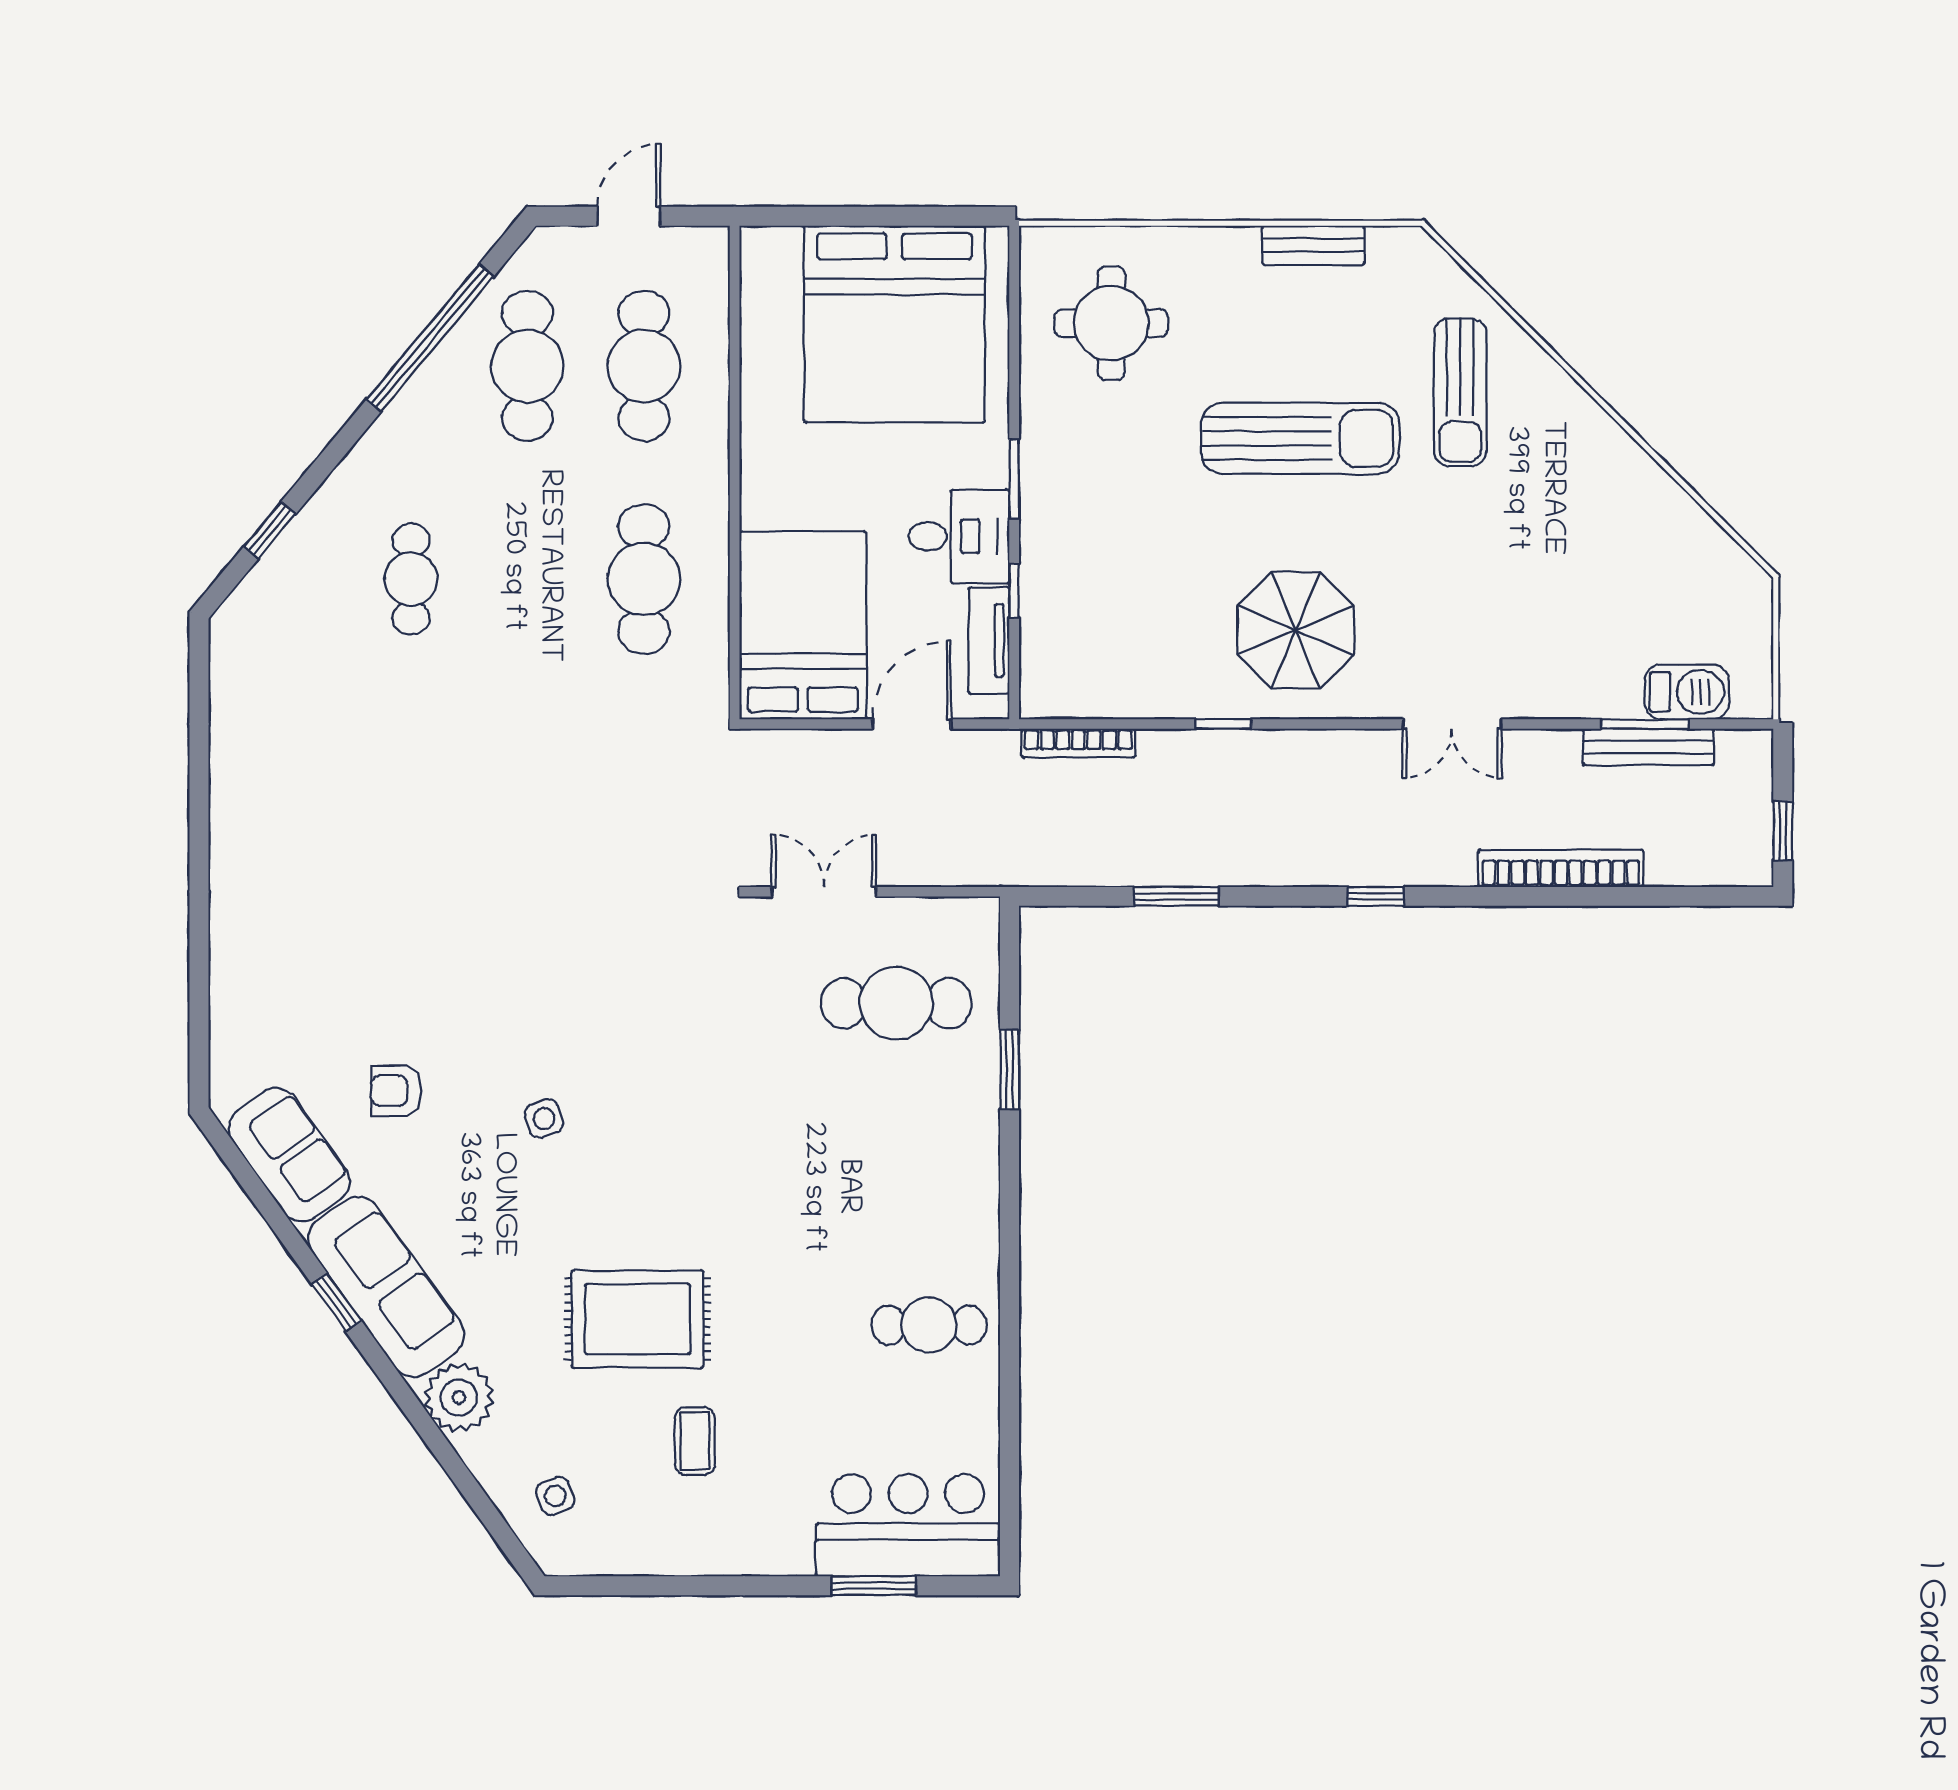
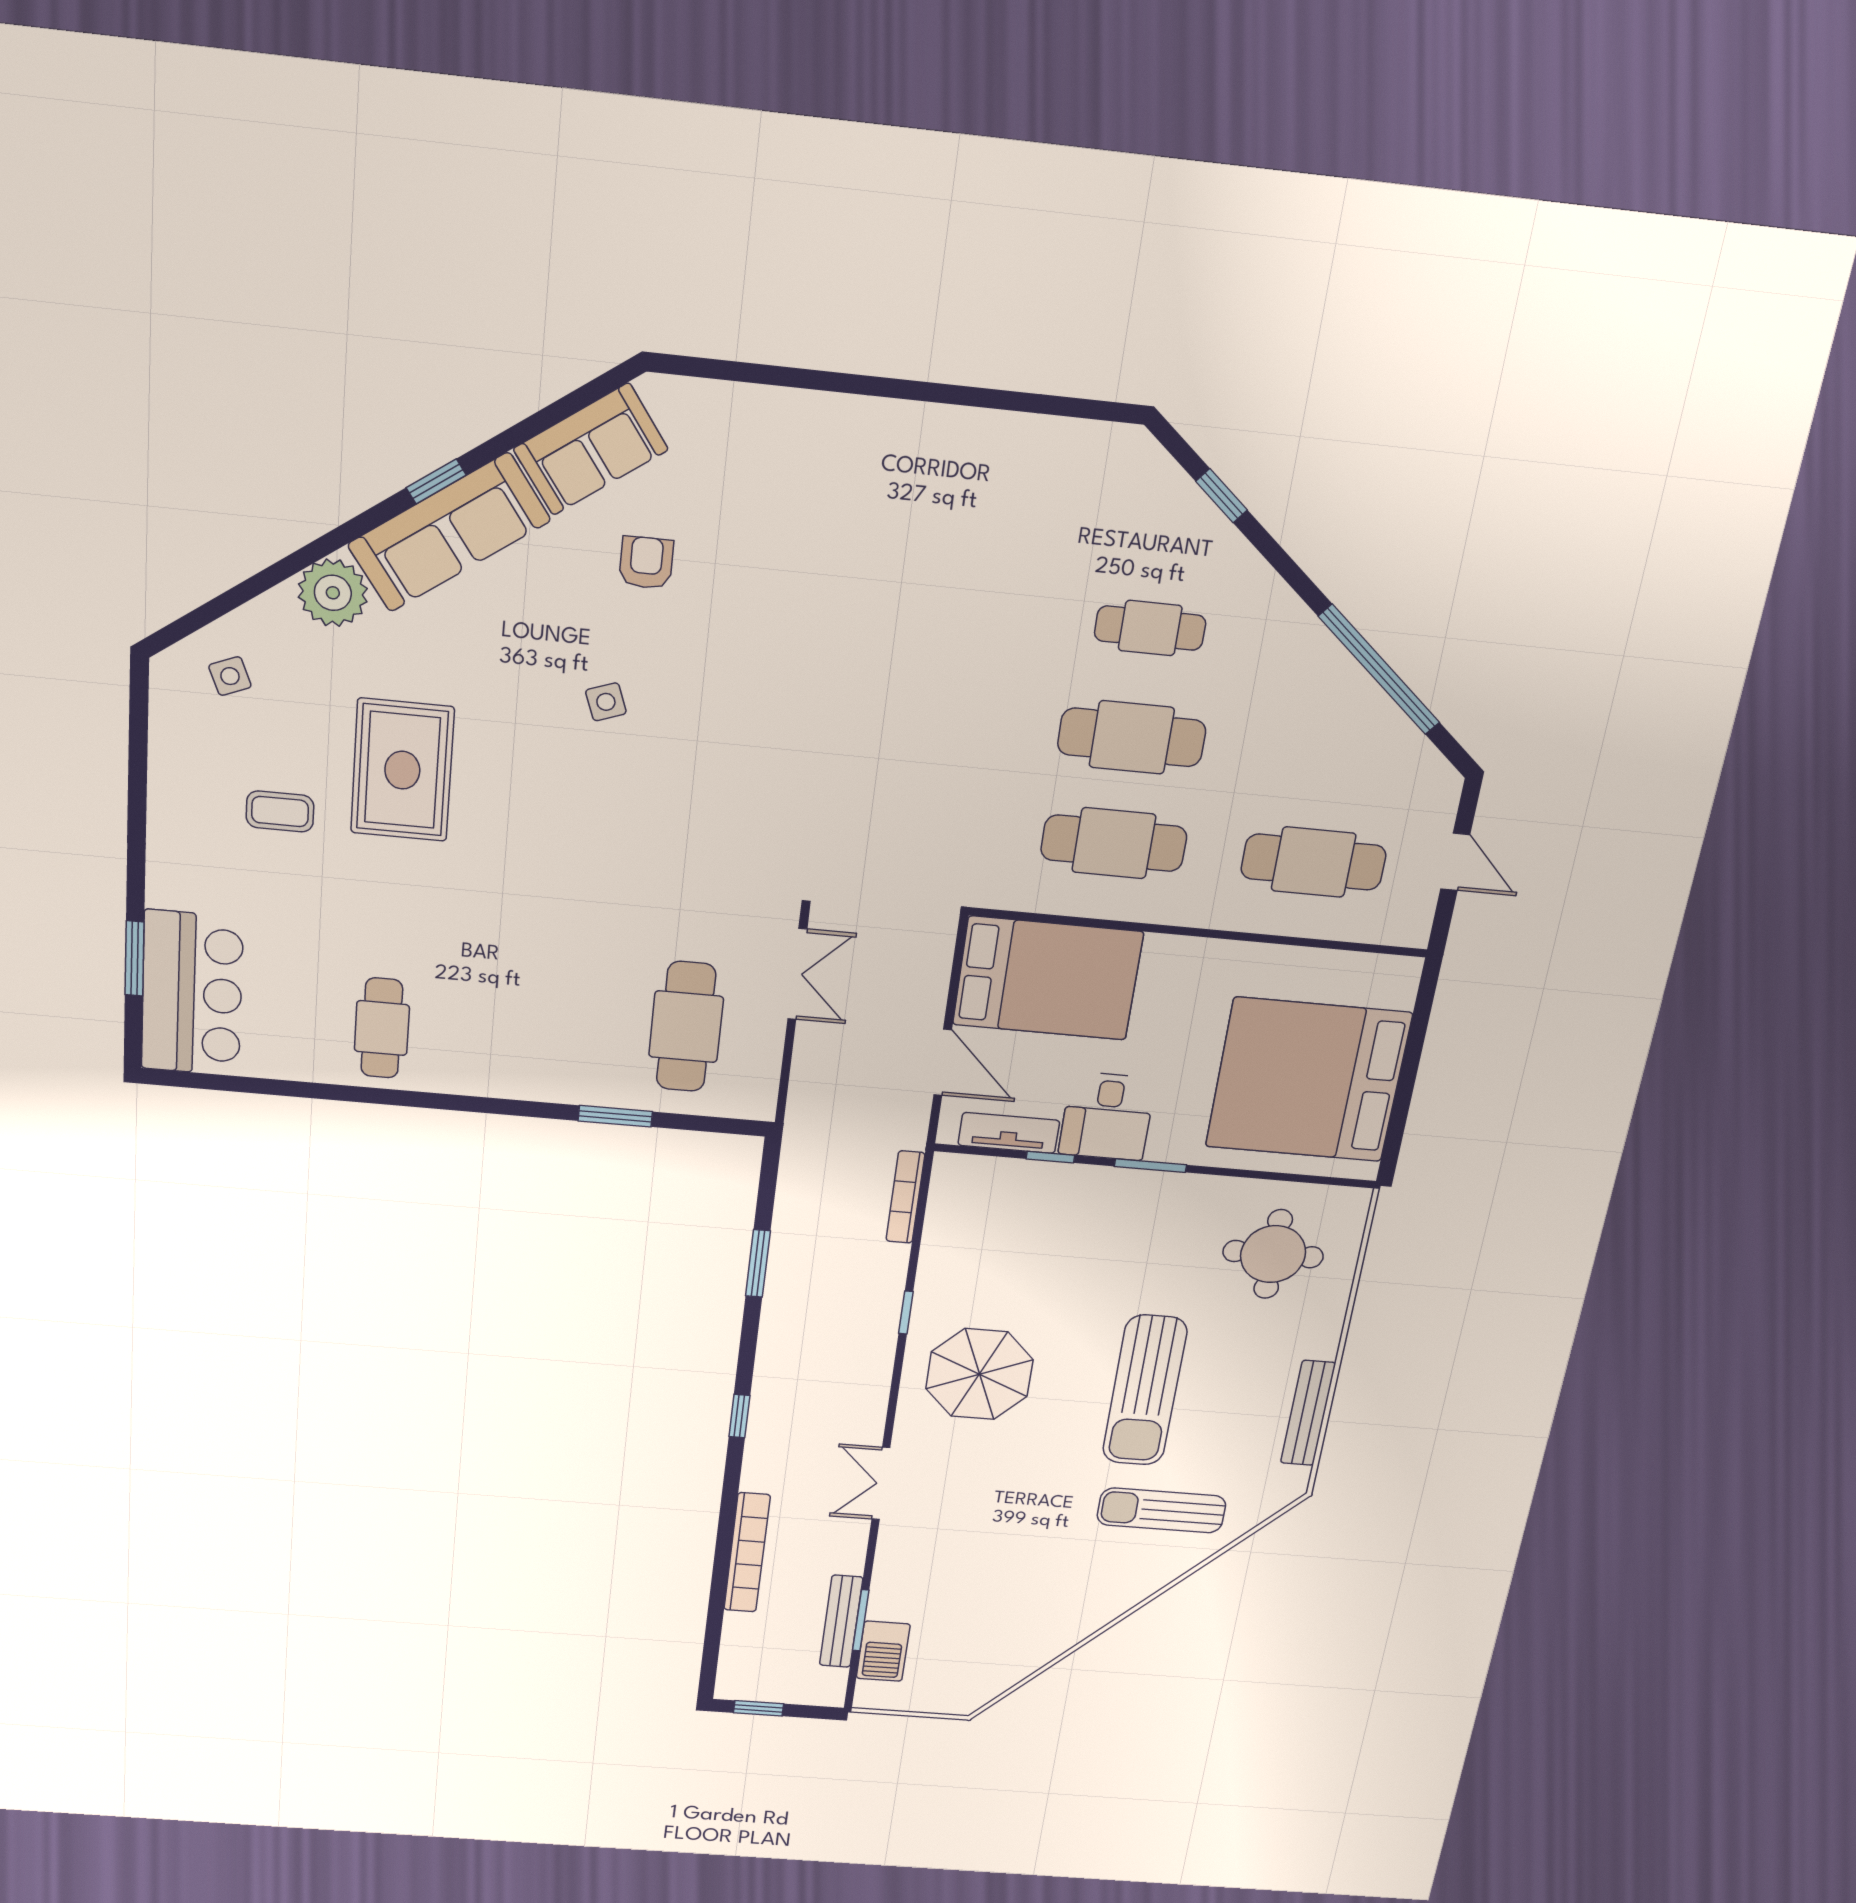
bench: (1313, 245) -> (1308, 1413), width x1.36
cafe table: (527, 366) -> (1132, 737), moved

